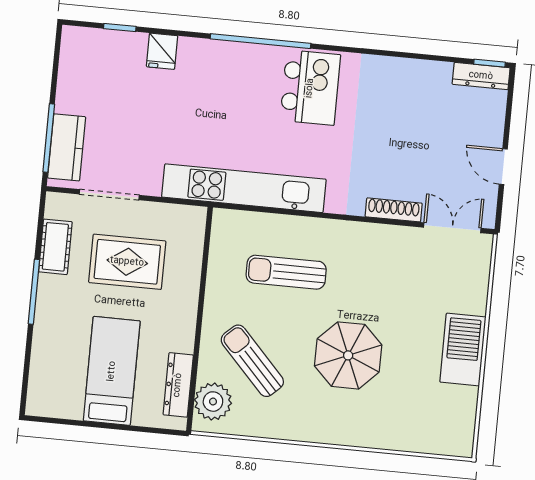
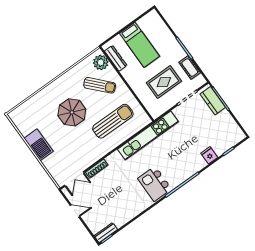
sun lounger: (286, 272) -> (113, 121), width x1.36, depth x1.34

